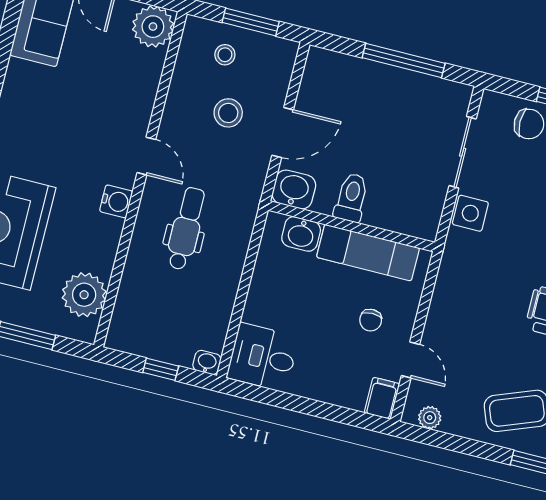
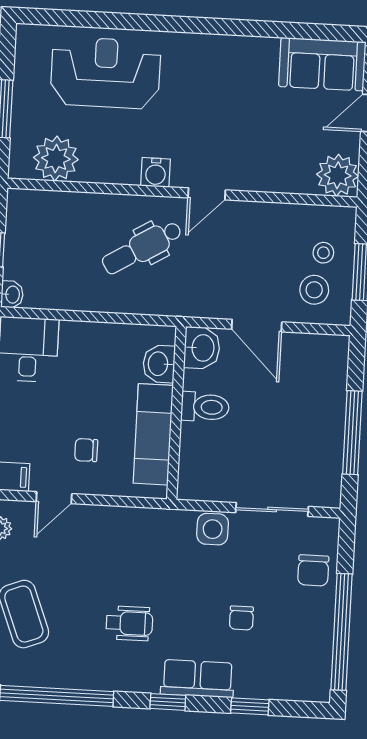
stool: (228, 113) -> (314, 290), moved
dental chair: (186, 229) -> (142, 248), turned 149

